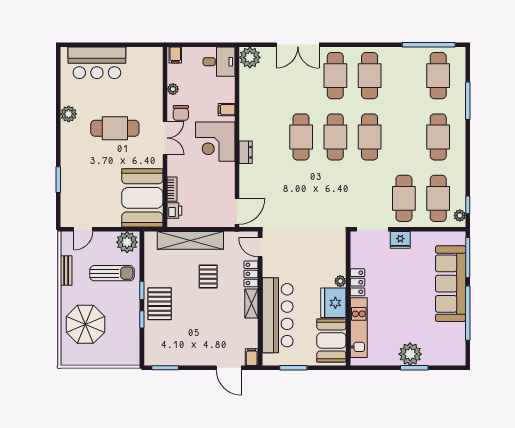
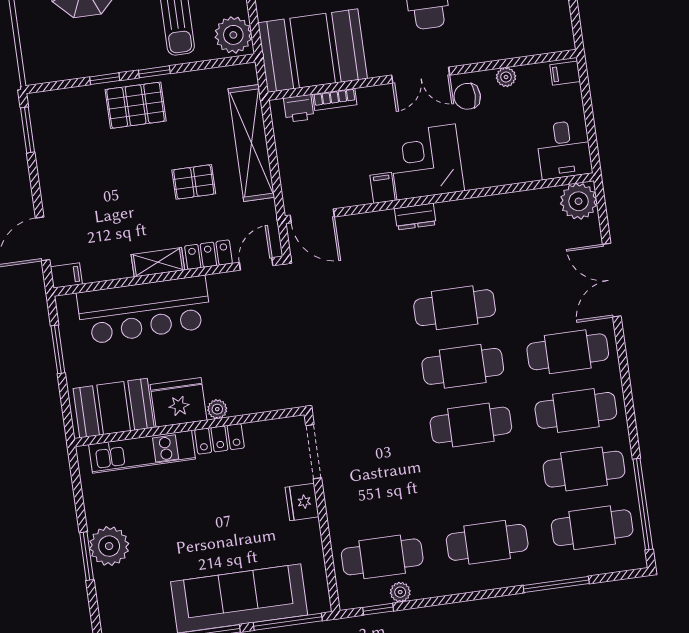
filing cabinet: (227, 110) -> (383, 188), moved
cafe table: (404, 198) -> (584, 469), moved
plant: (460, 216) -> (400, 592), moved

